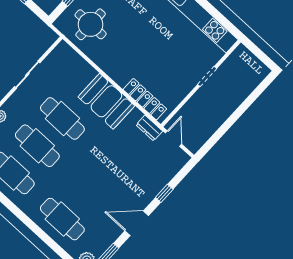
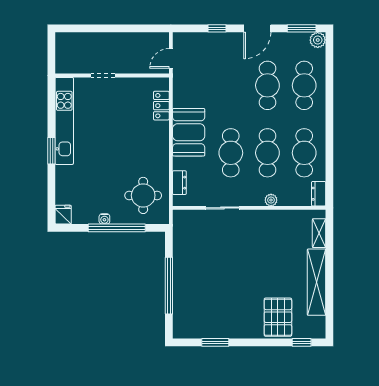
locker: (145, 99) -> (161, 106), width x0.66
dresser: (149, 128) -> (179, 183), moved
cafe table: (87, 192) -> (267, 85), added
door: (137, 223) -> (257, 28), hinge flipped

